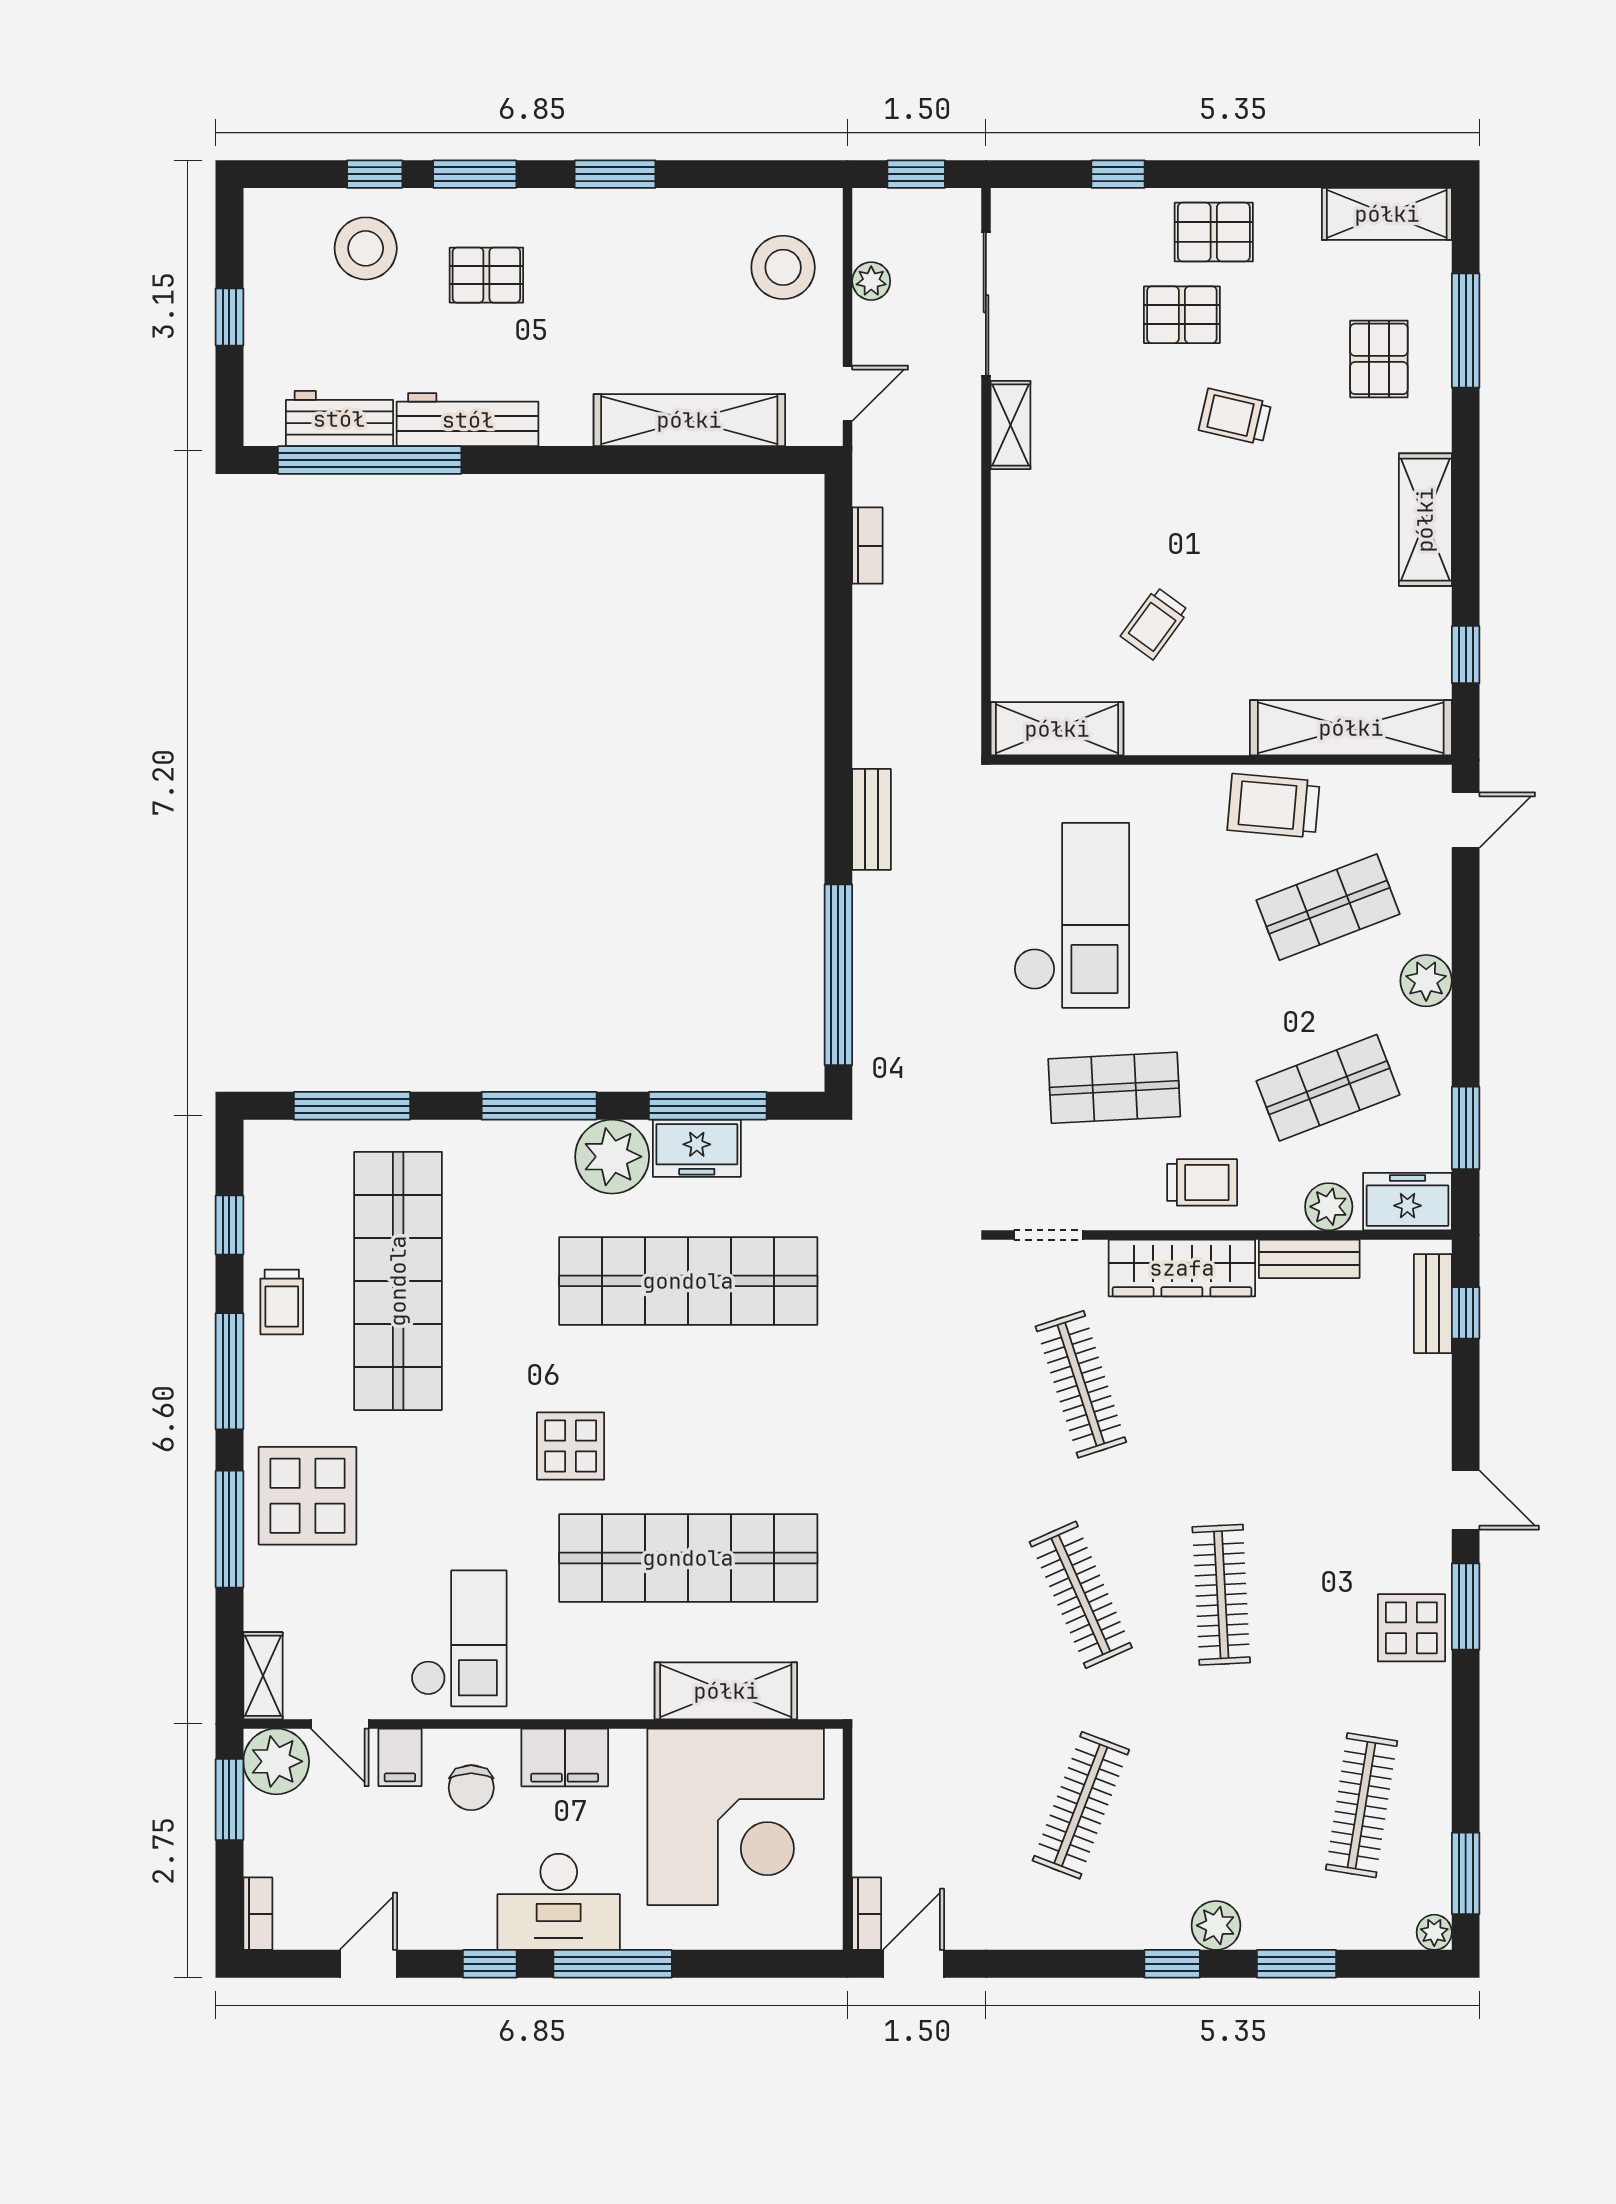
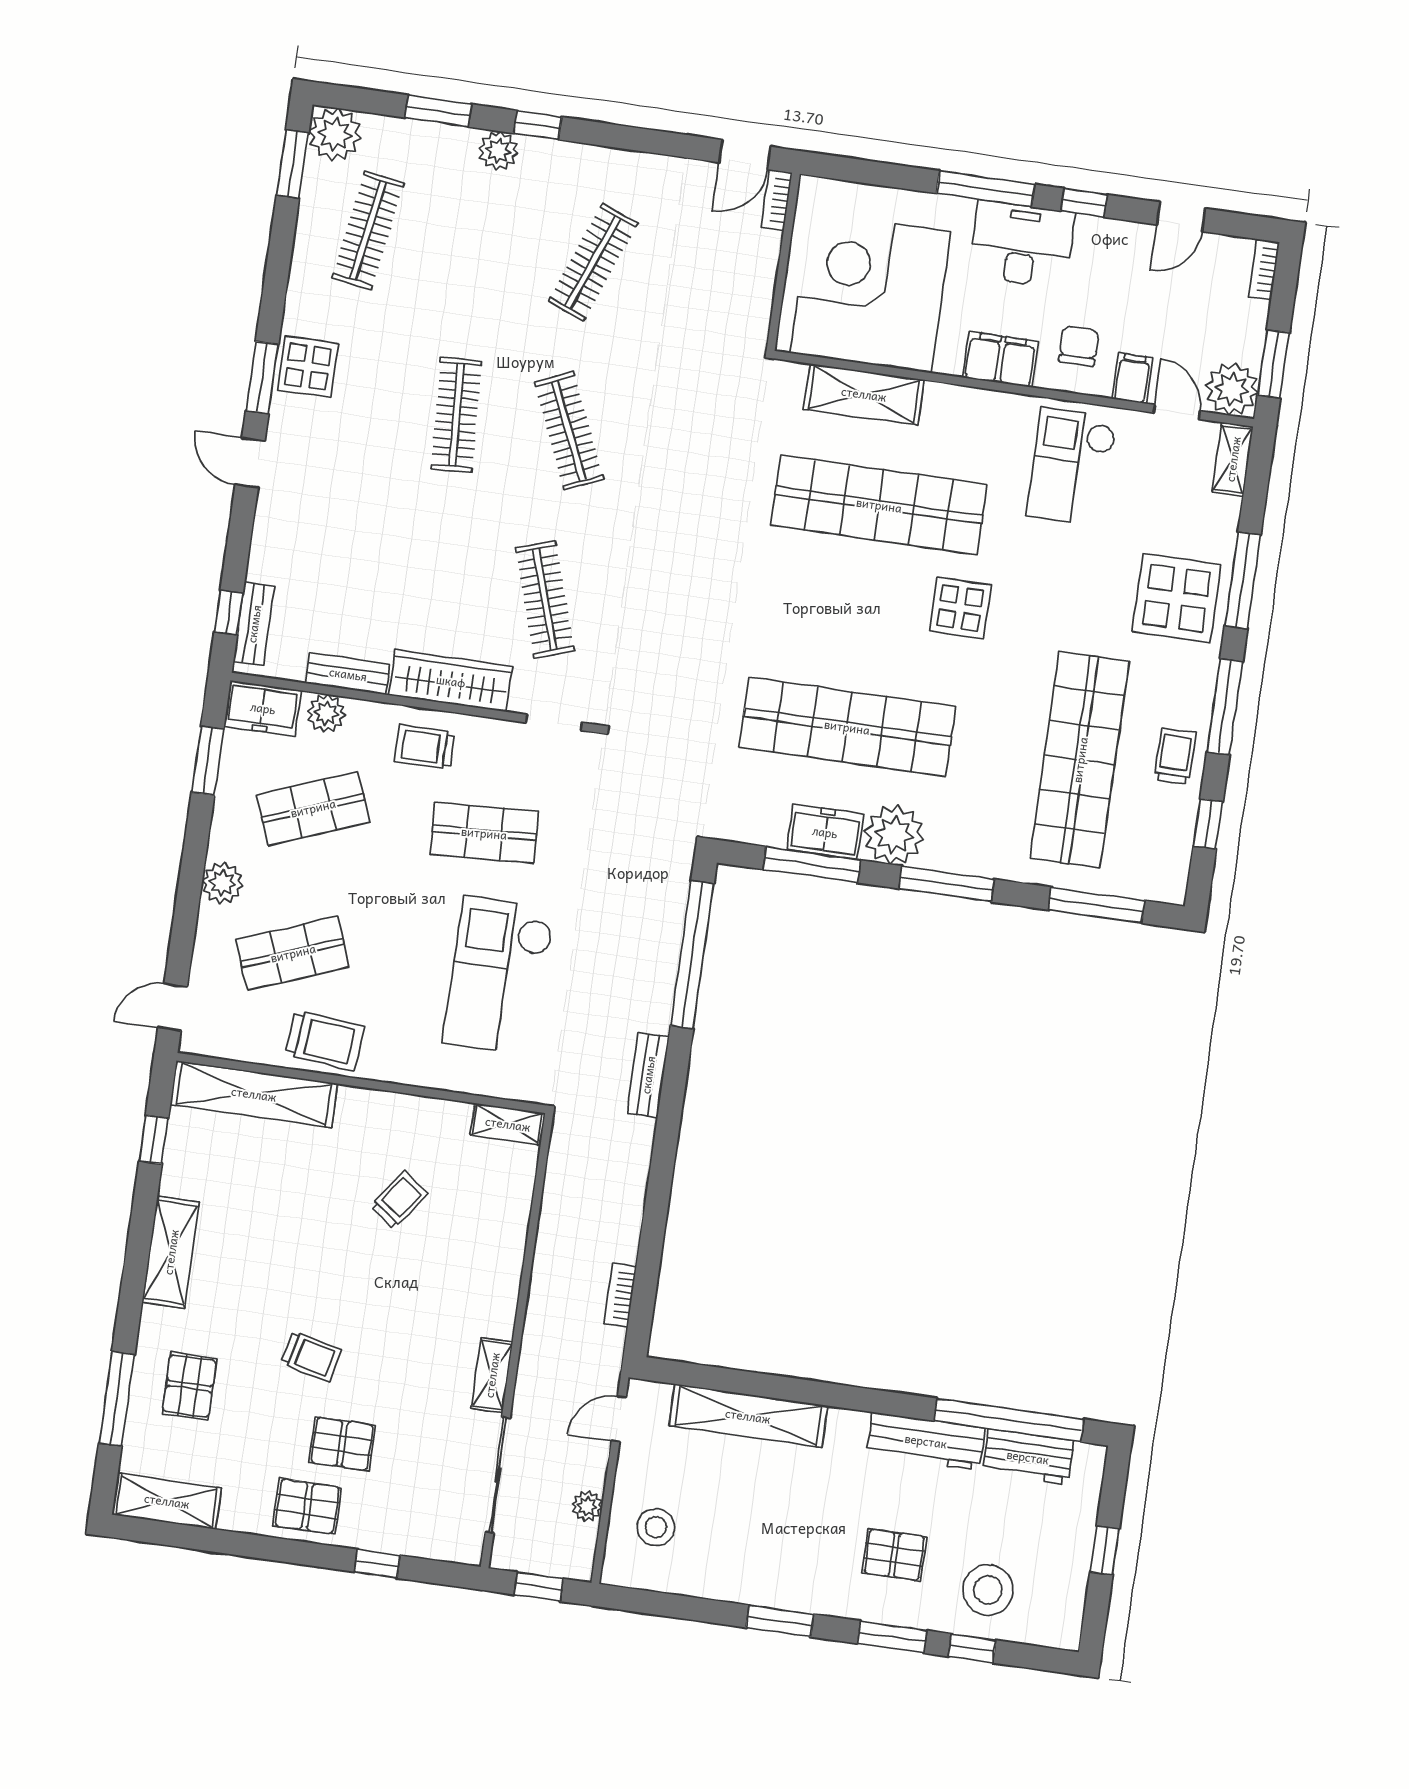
stool: (783, 267) -> (656, 1527), width x0.73, depth x0.73
shelving: (1057, 729) -> (508, 1124), width x0.67, depth x0.75
plant: (1434, 1932) -> (335, 134), width x1.87, depth x1.87

